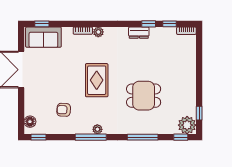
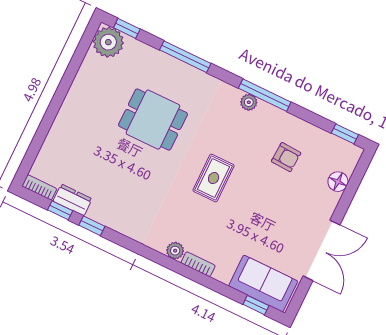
dresser: (139, 33) -> (73, 200), moved
rug: (97, 80) -> (214, 178), width x0.73, depth x0.70
window: (199, 113) -> (81, 52), removed
floor lamp: (30, 122) -> (338, 182), moved

